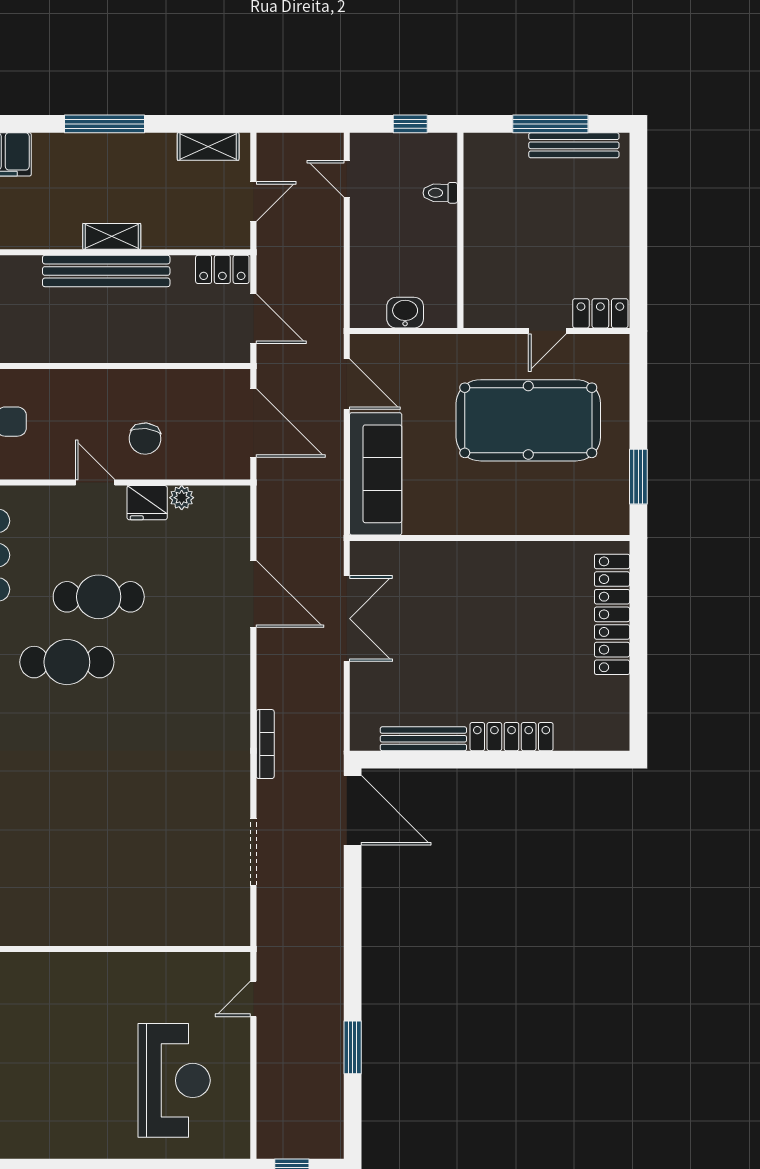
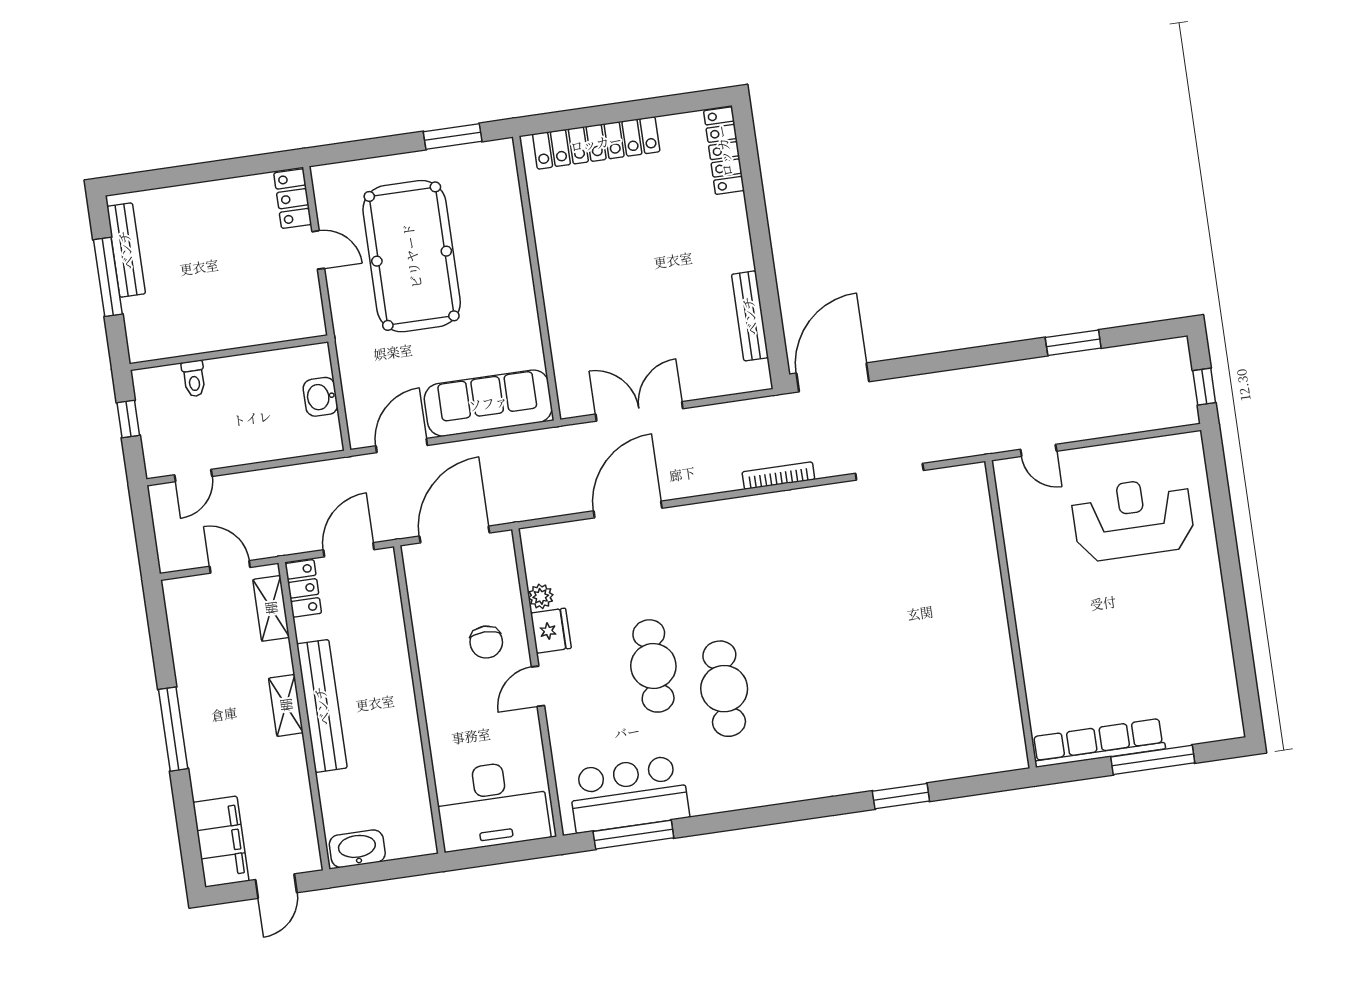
shelving: (208, 146) -> (271, 608), moved
chair: (145, 439) -> (486, 642), turned 84
locker: (512, 737) -> (724, 151), moved

